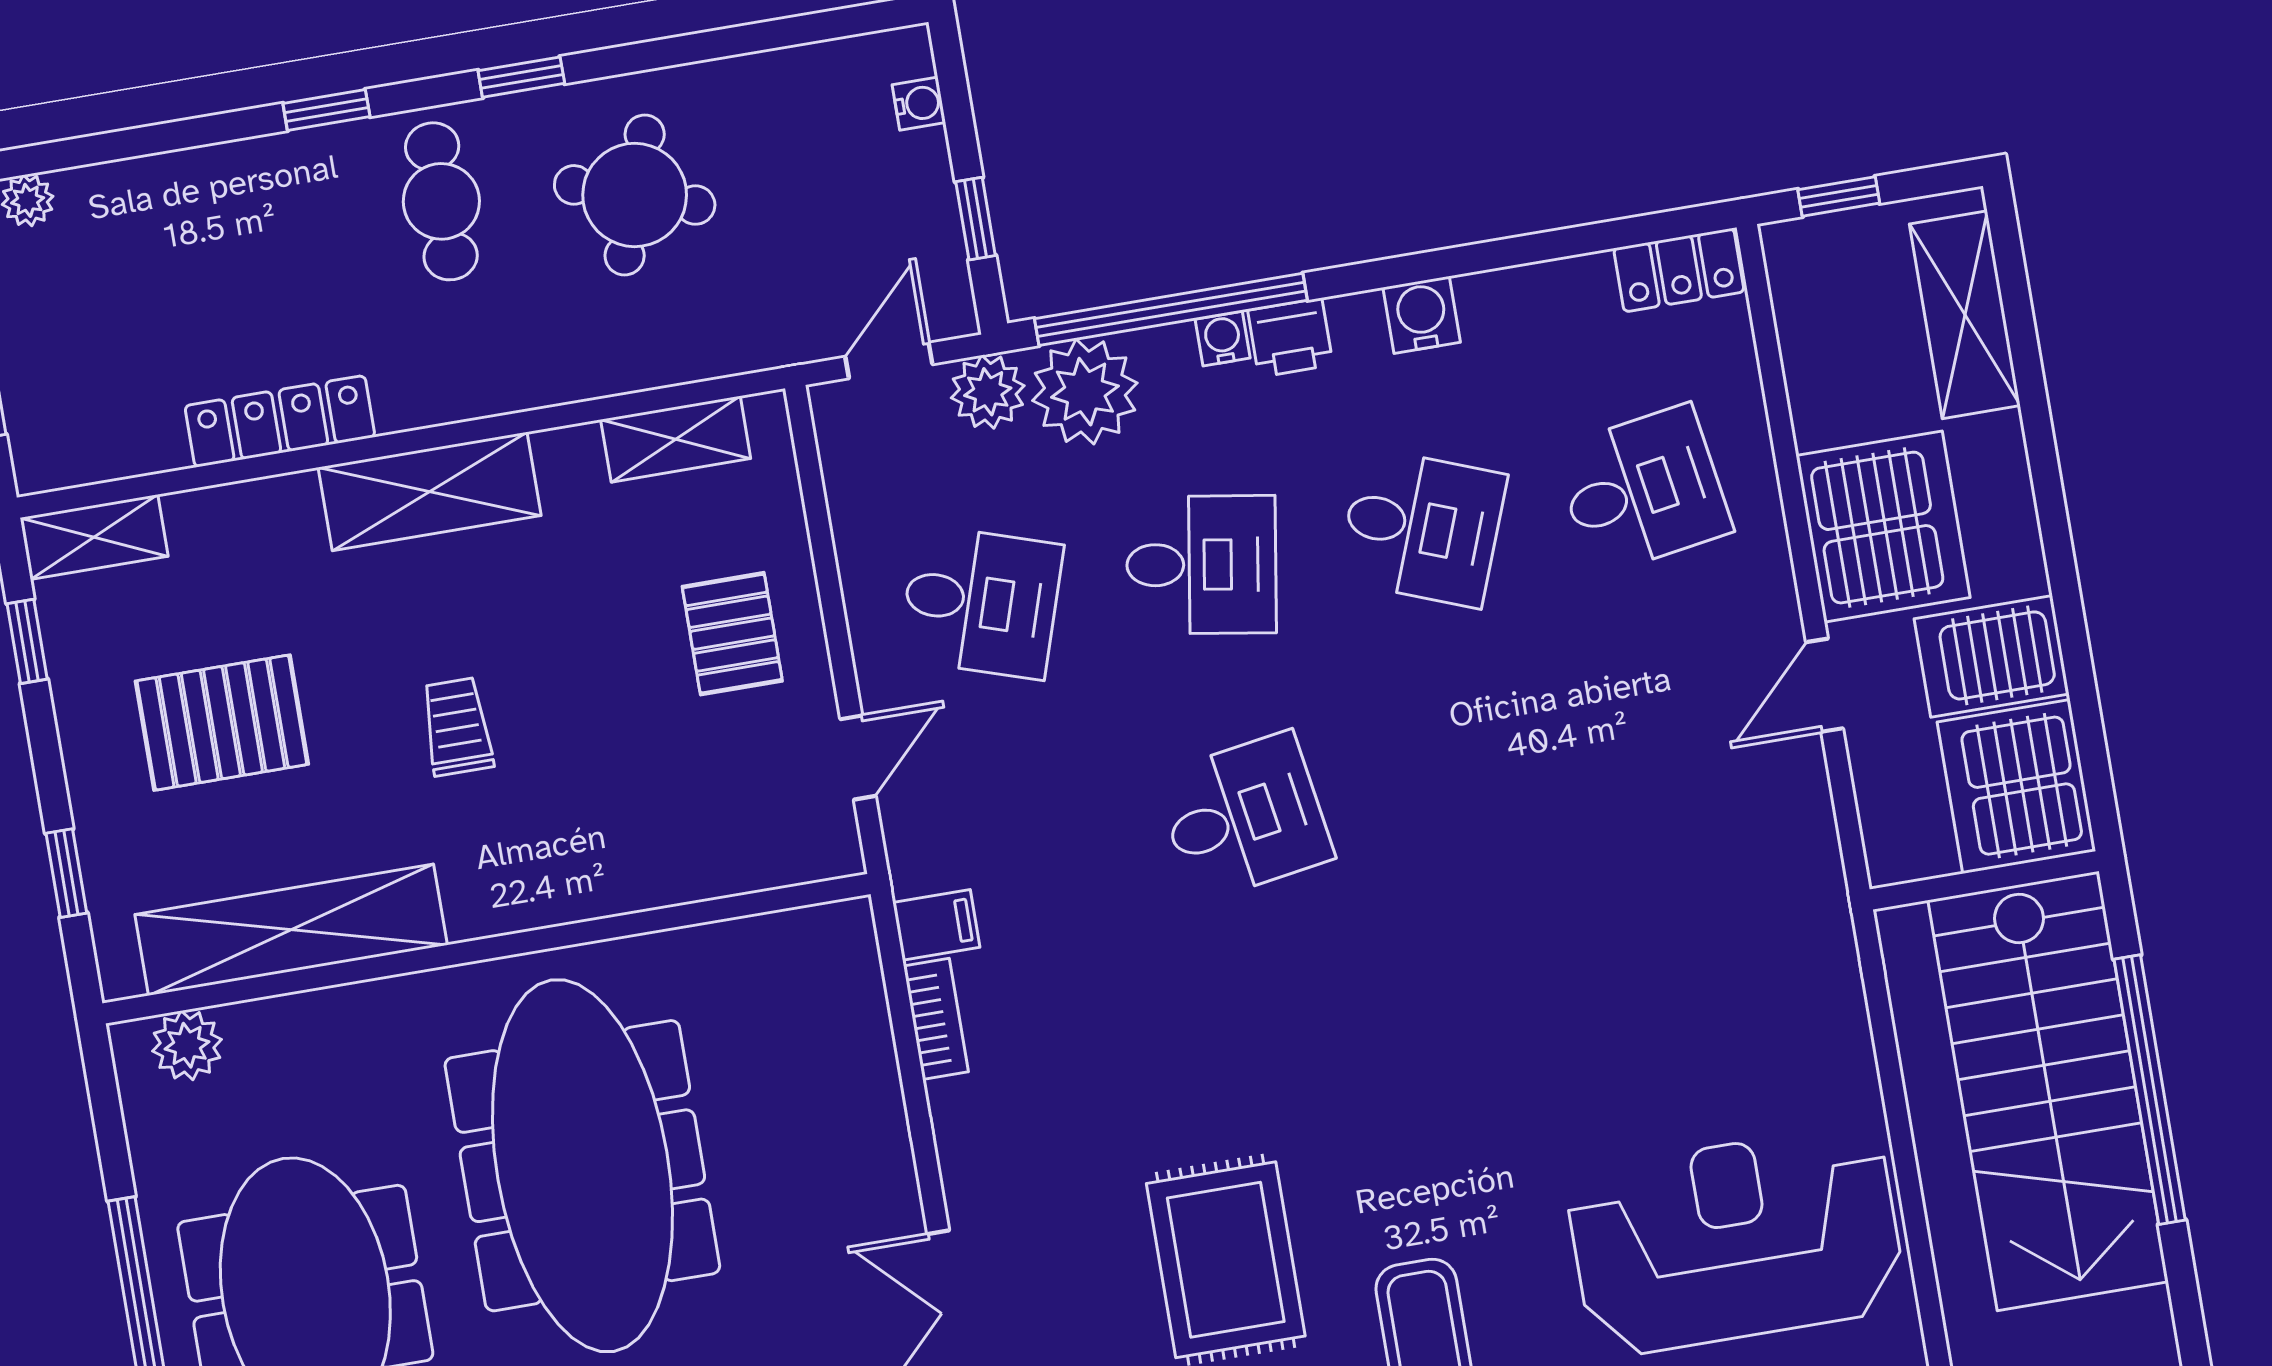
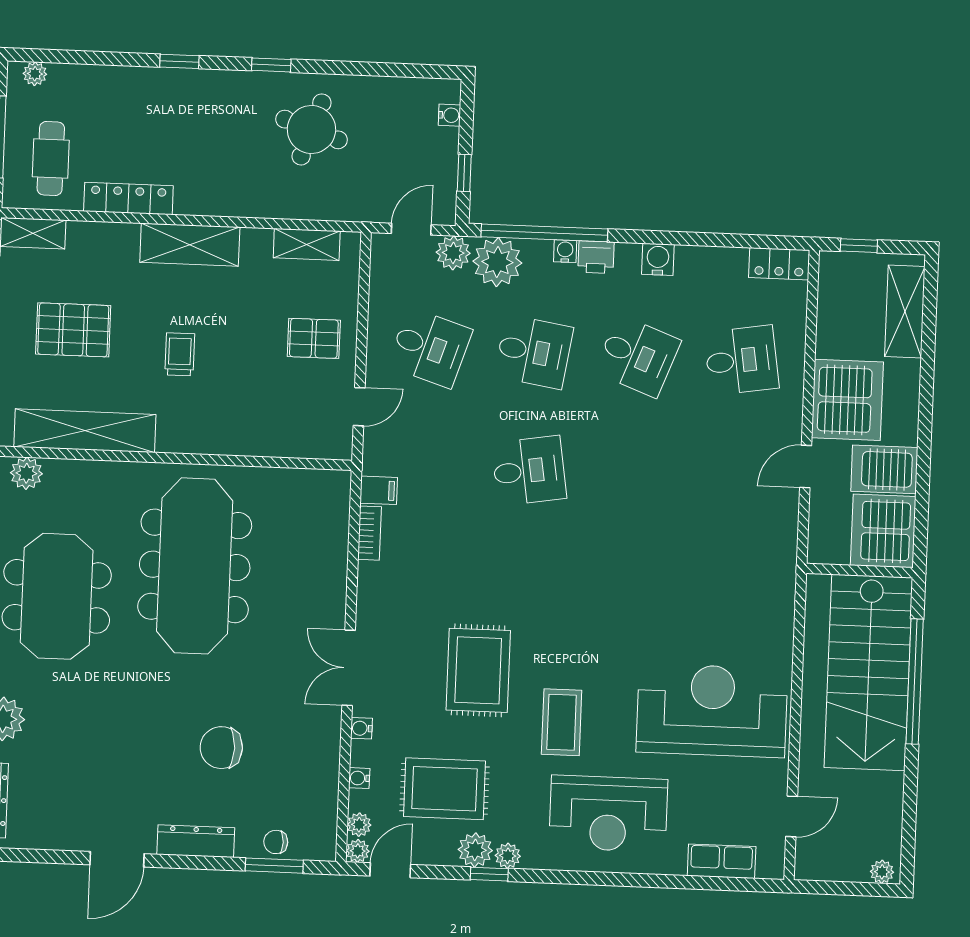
cafe table: (441, 201) -> (51, 158), moved
pallet: (732, 634) -> (314, 338), turned 90

